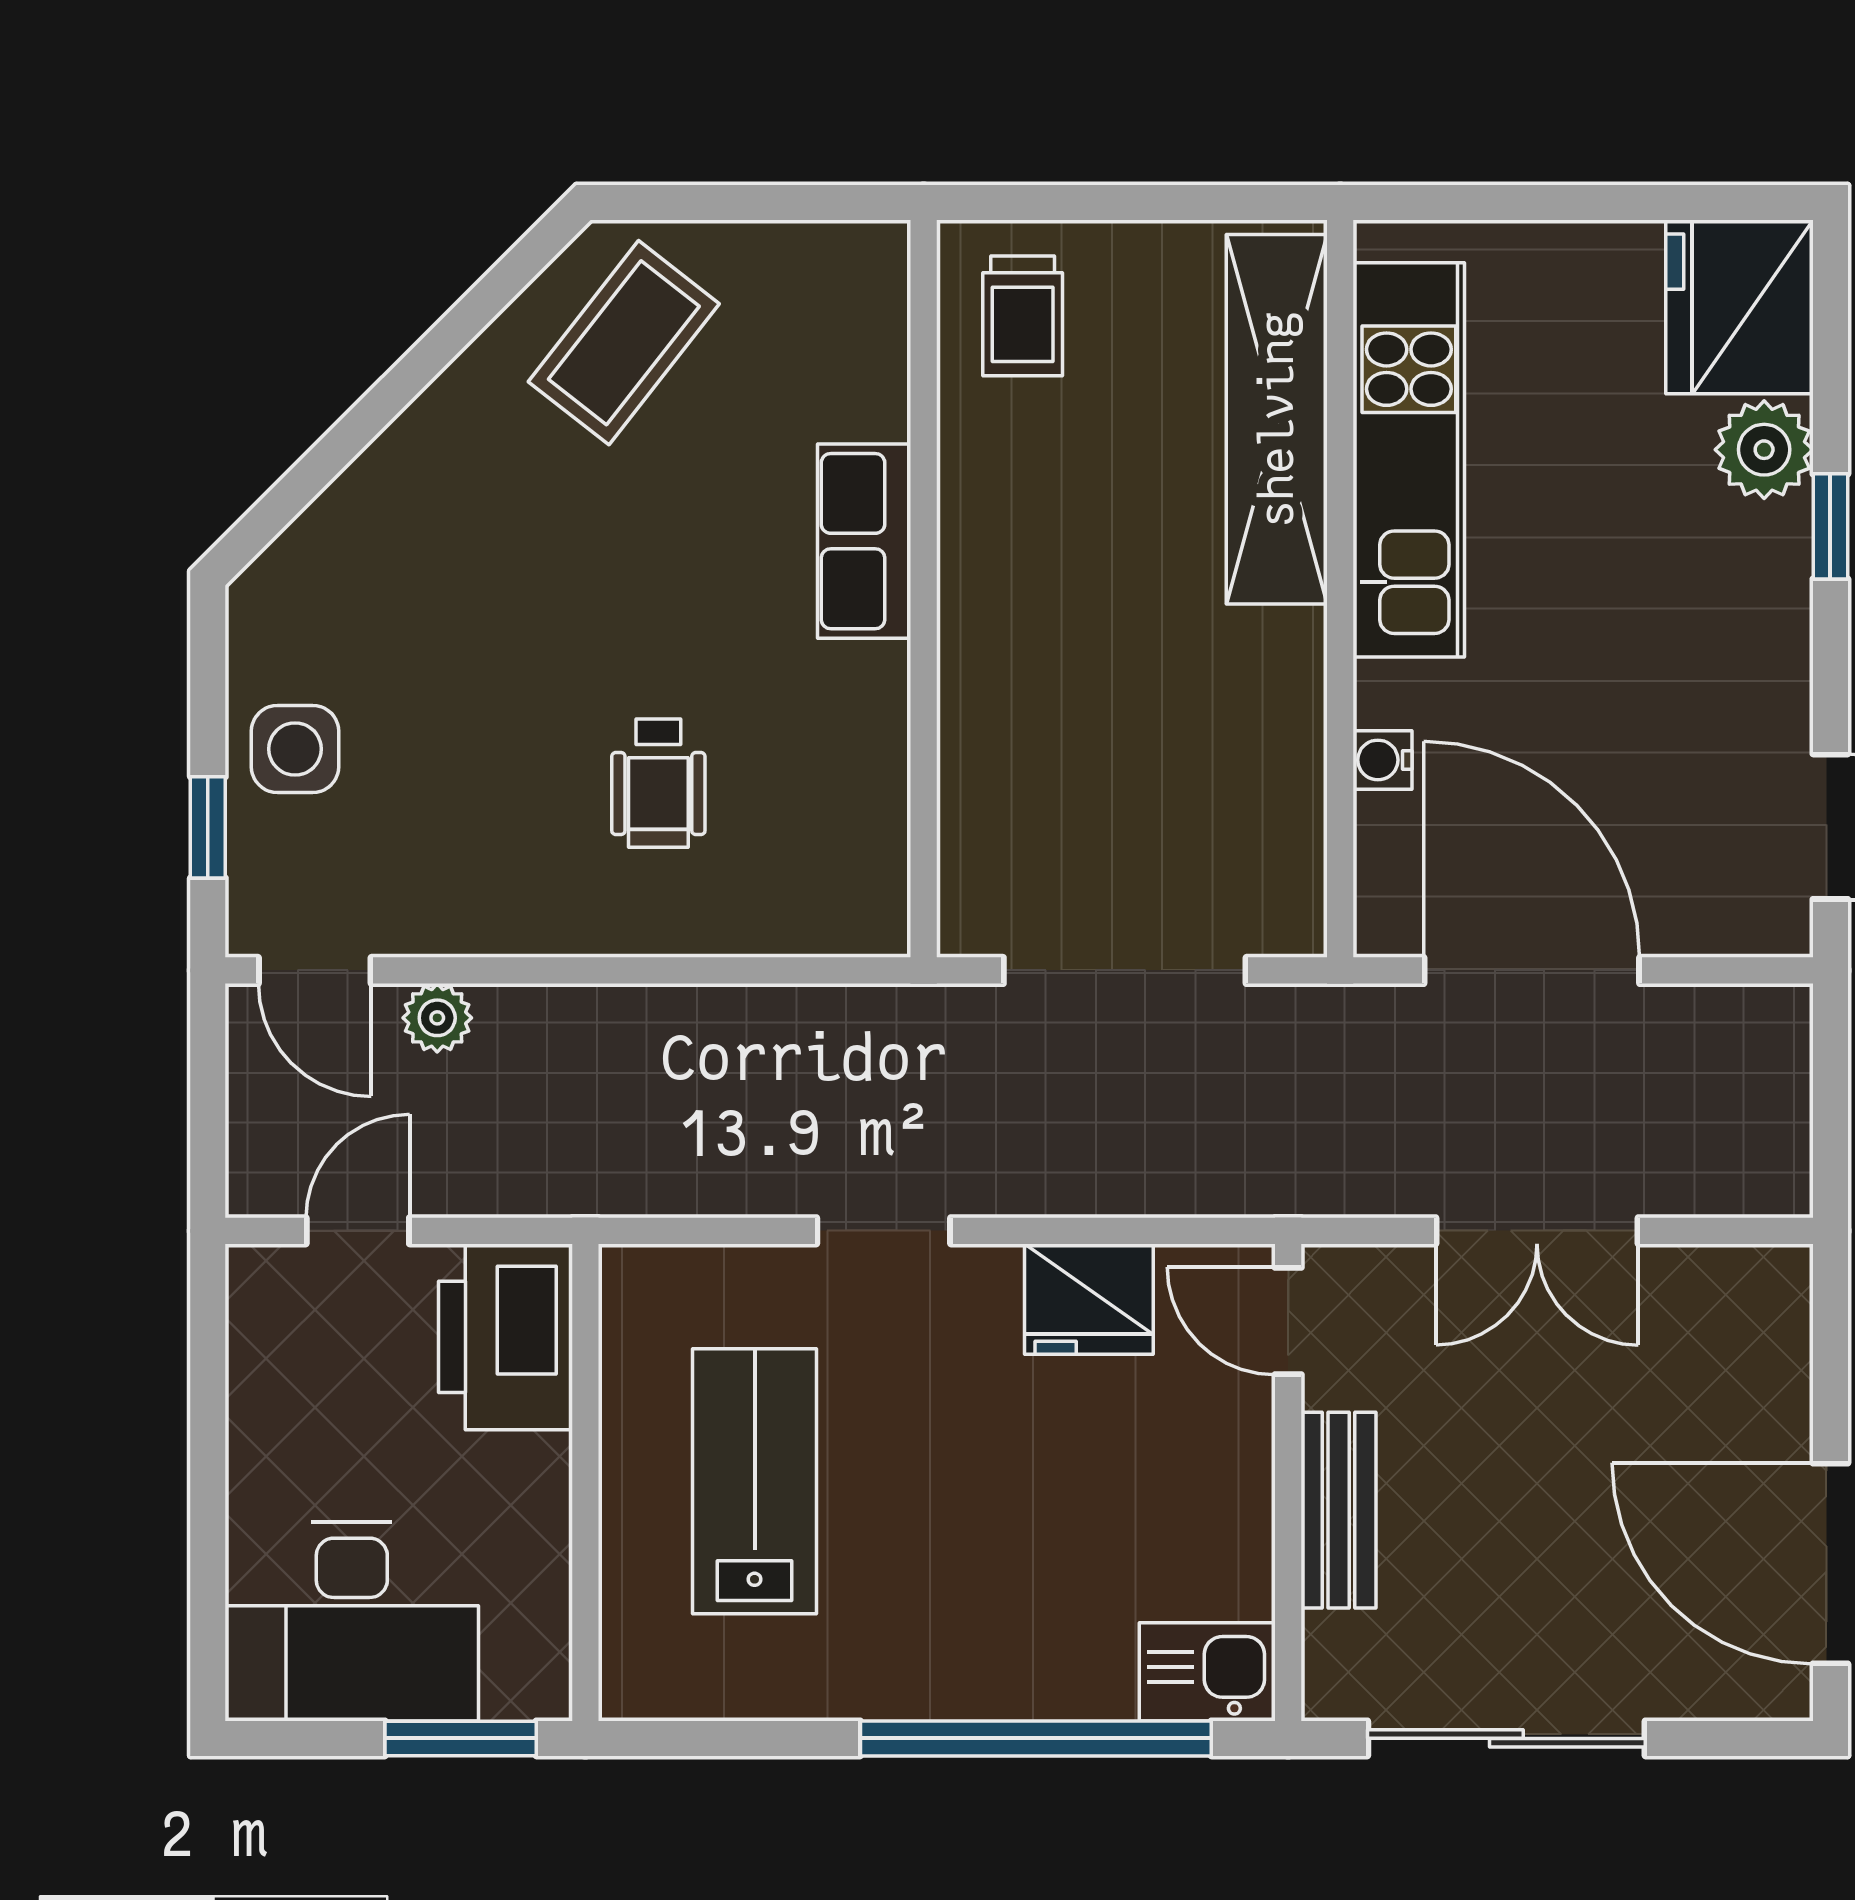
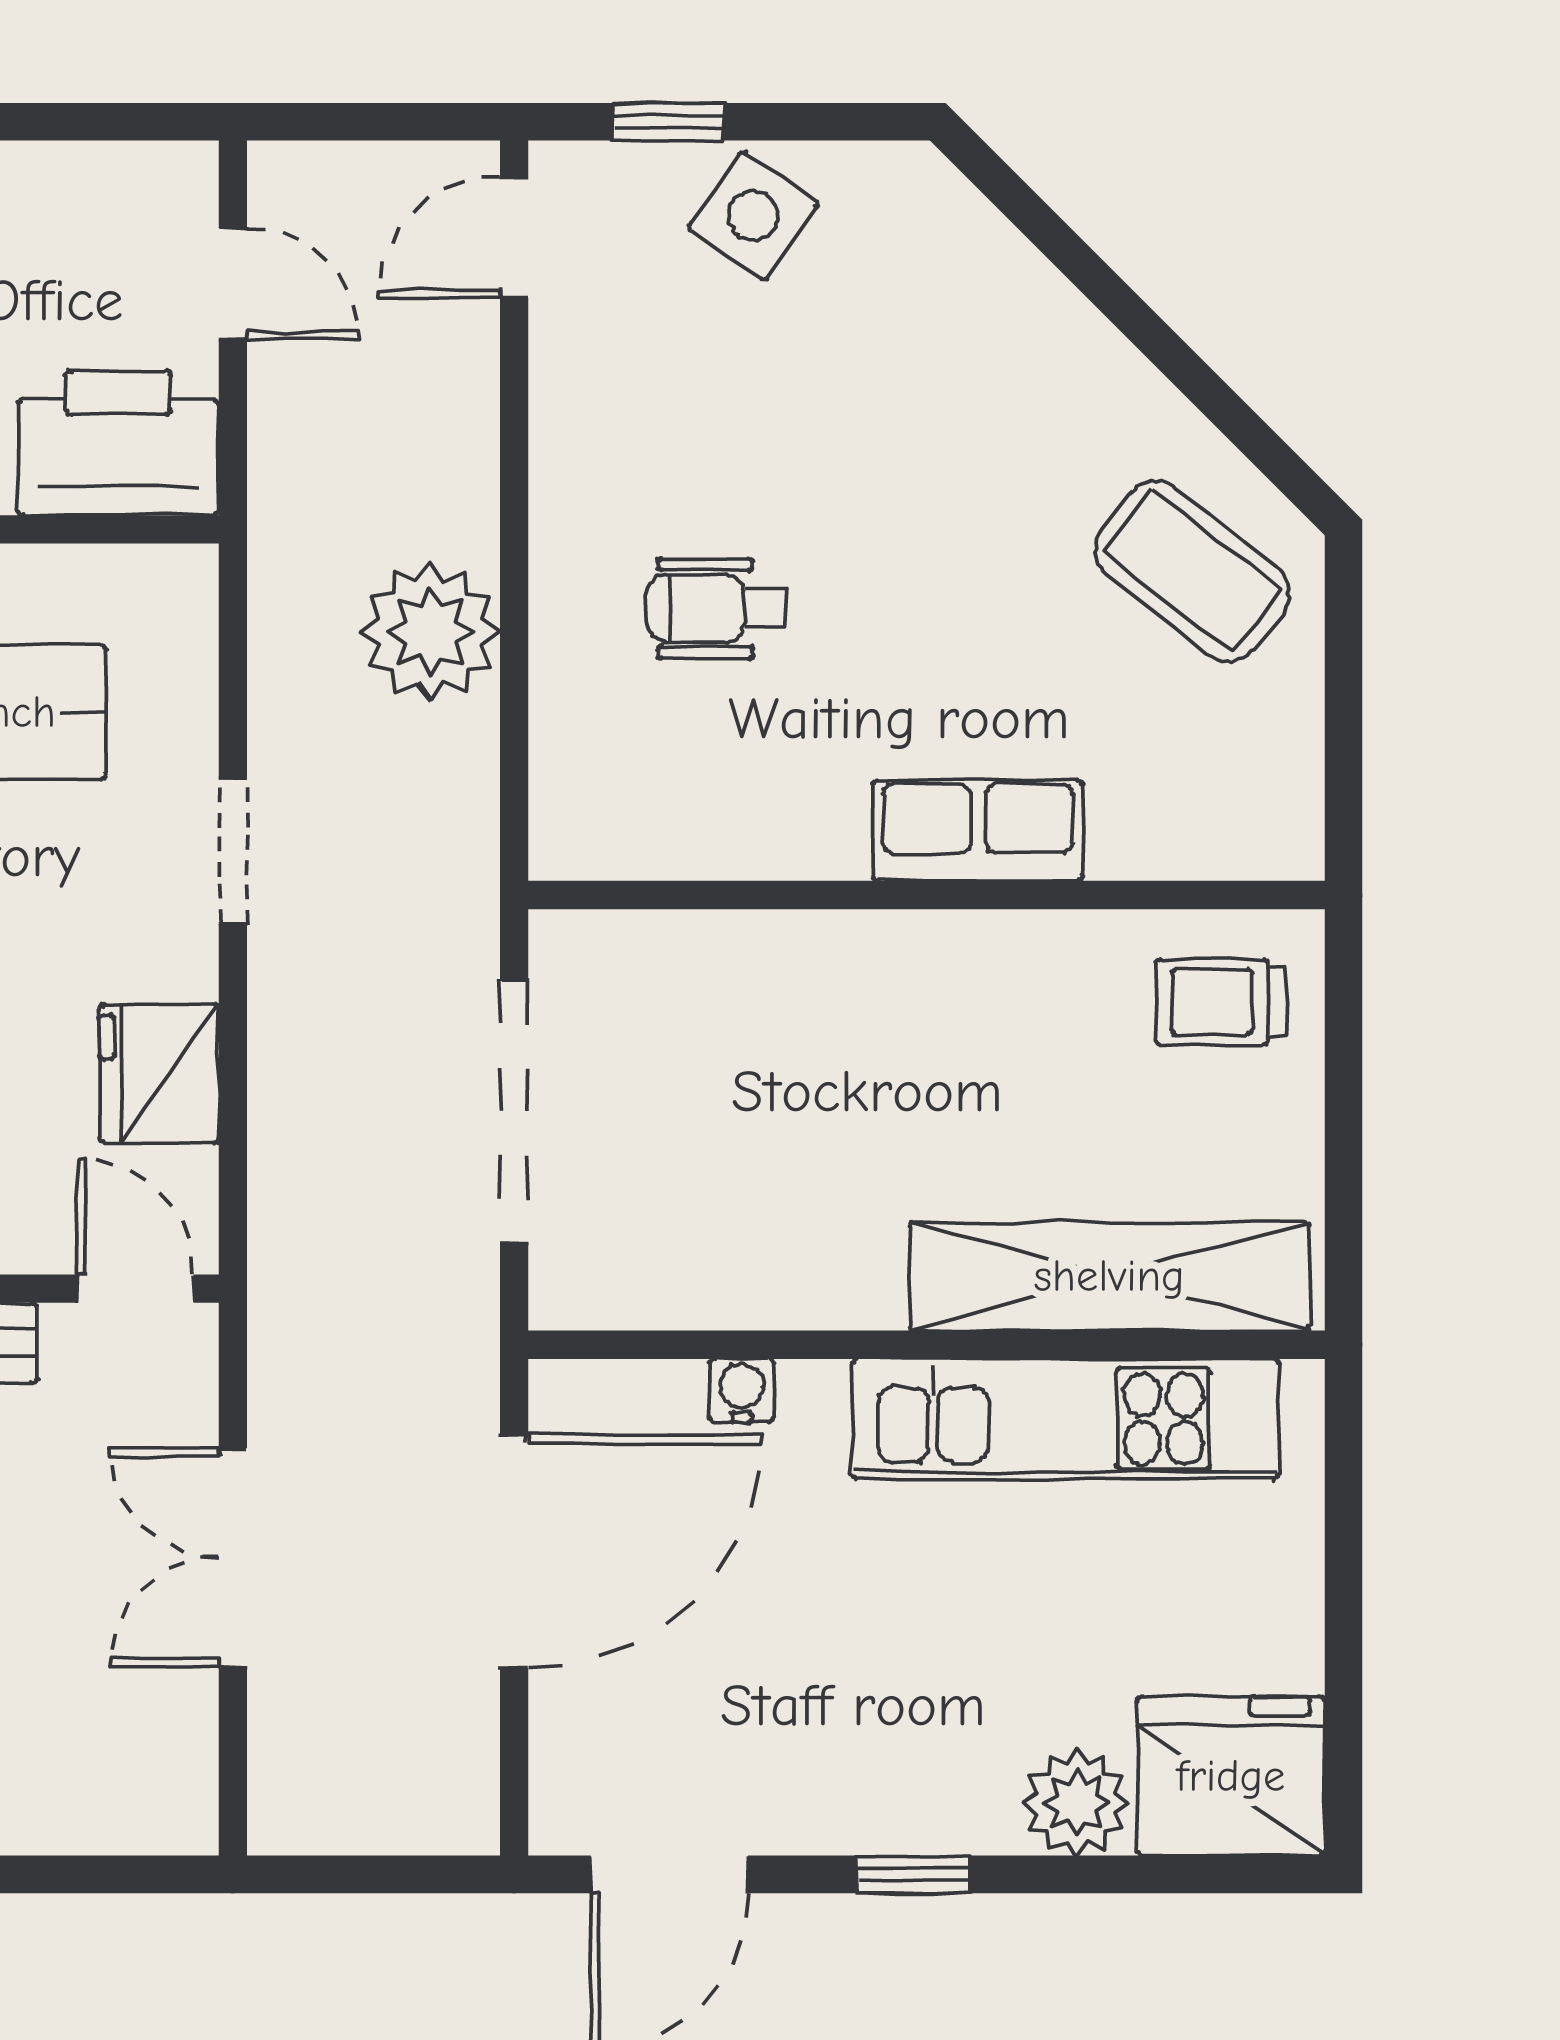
window: (1830, 526) -> (914, 1874), moved
side table: (295, 749) -> (753, 216), turned 35
plant: (437, 1018) -> (430, 632), moved, width x1.87, depth x1.87
door: (1288, 1321) -> (135, 1289), hinge flipped

